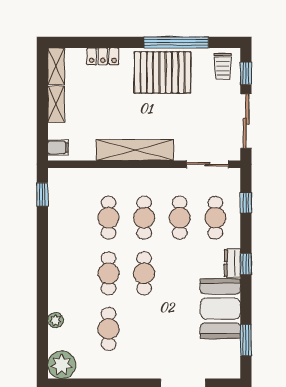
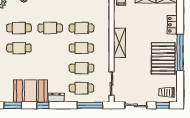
window: (176, 42) -> (180, 53), moved
sliding door: (246, 121) -> (136, 105), width x0.73
shelving: (135, 150) -> (120, 43), width x0.68
window: (246, 202) -> (90, 105), width x2.17
window: (246, 264) -> (43, 105), moved
cafe table: (144, 273) -> (19, 48), moved

